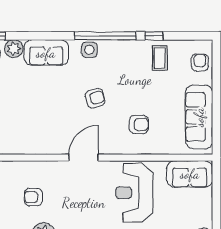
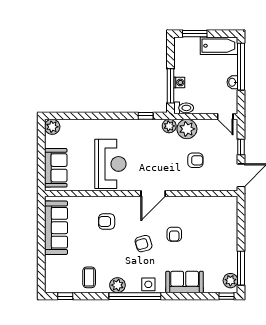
window: (154, 36) -> (65, 296), moved
plant: (14, 49) -> (117, 285), moved
armchair: (200, 63) -> (174, 234), moved
sofa: (190, 174) -> (56, 168), moved, turned 90

